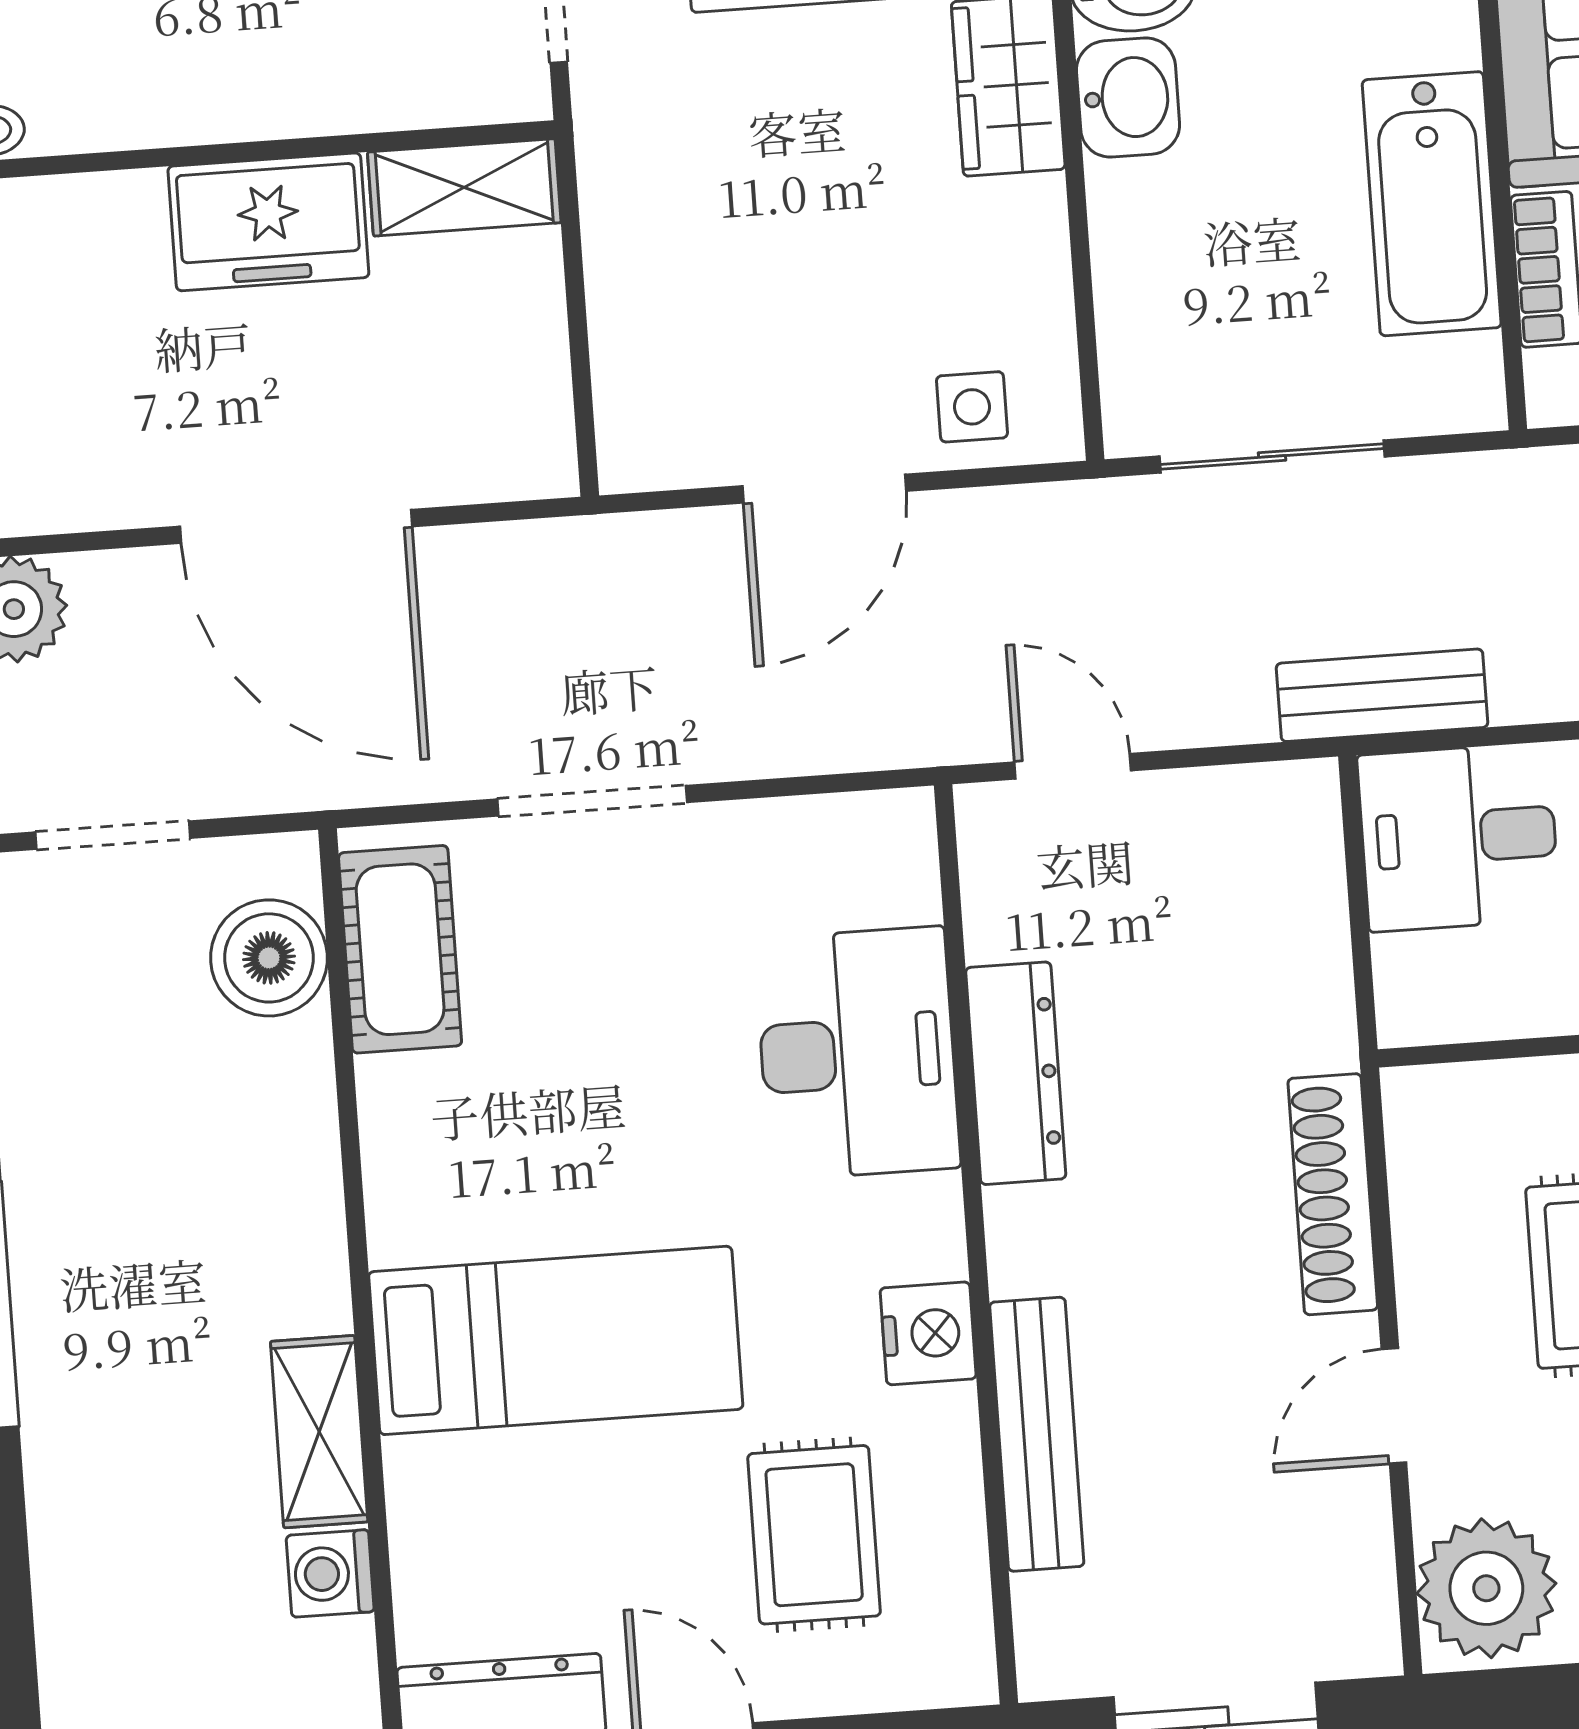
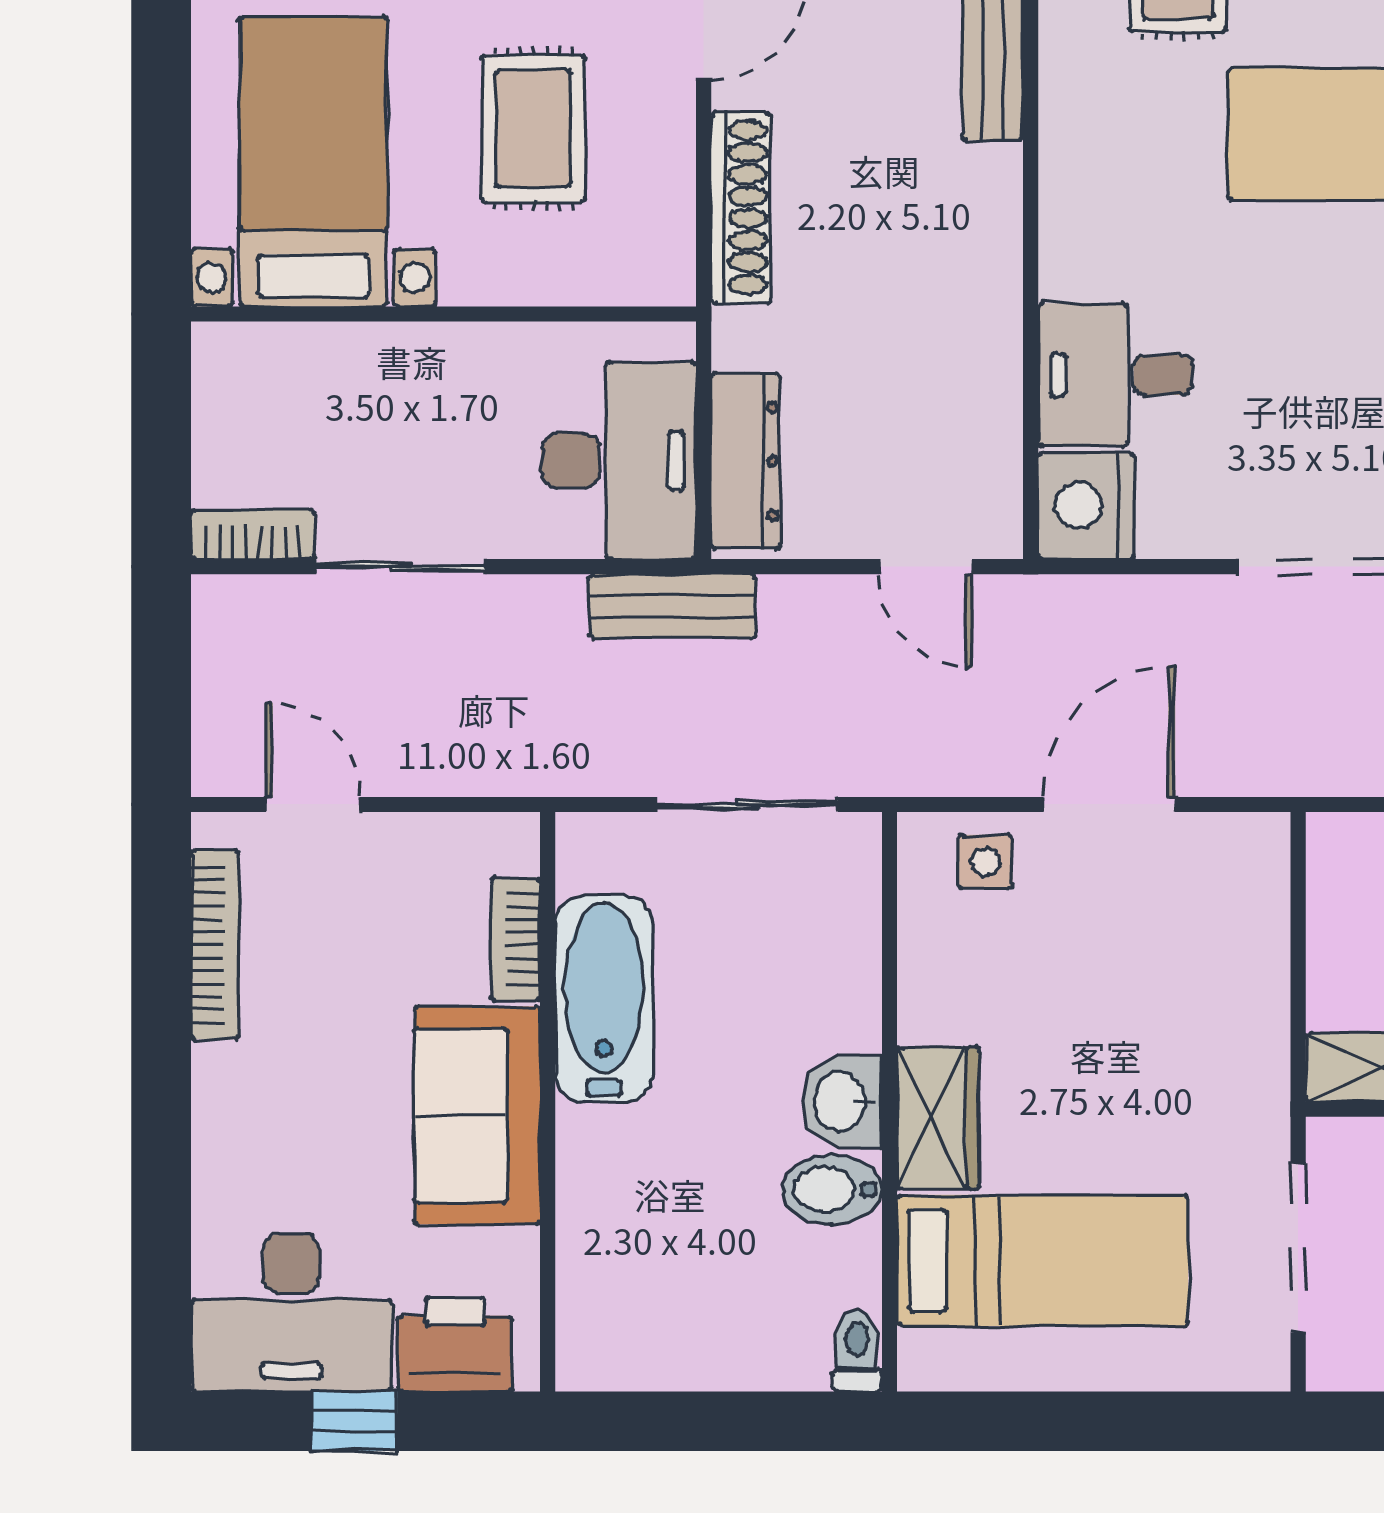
desk: (1459, 837) -> (619, 461), width x1.37
desk: (857, 1053) -> (1115, 375), width x0.73
dresser: (1016, 1073) -> (745, 461), moved, turned 180
nightstand: (928, 1333) -> (1086, 506), moved, width x1.36, depth x1.33

